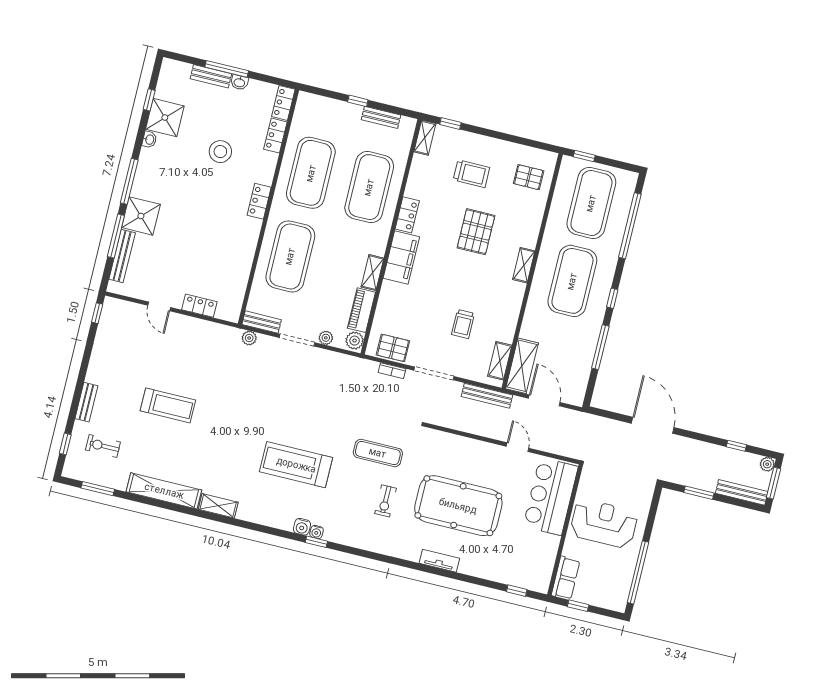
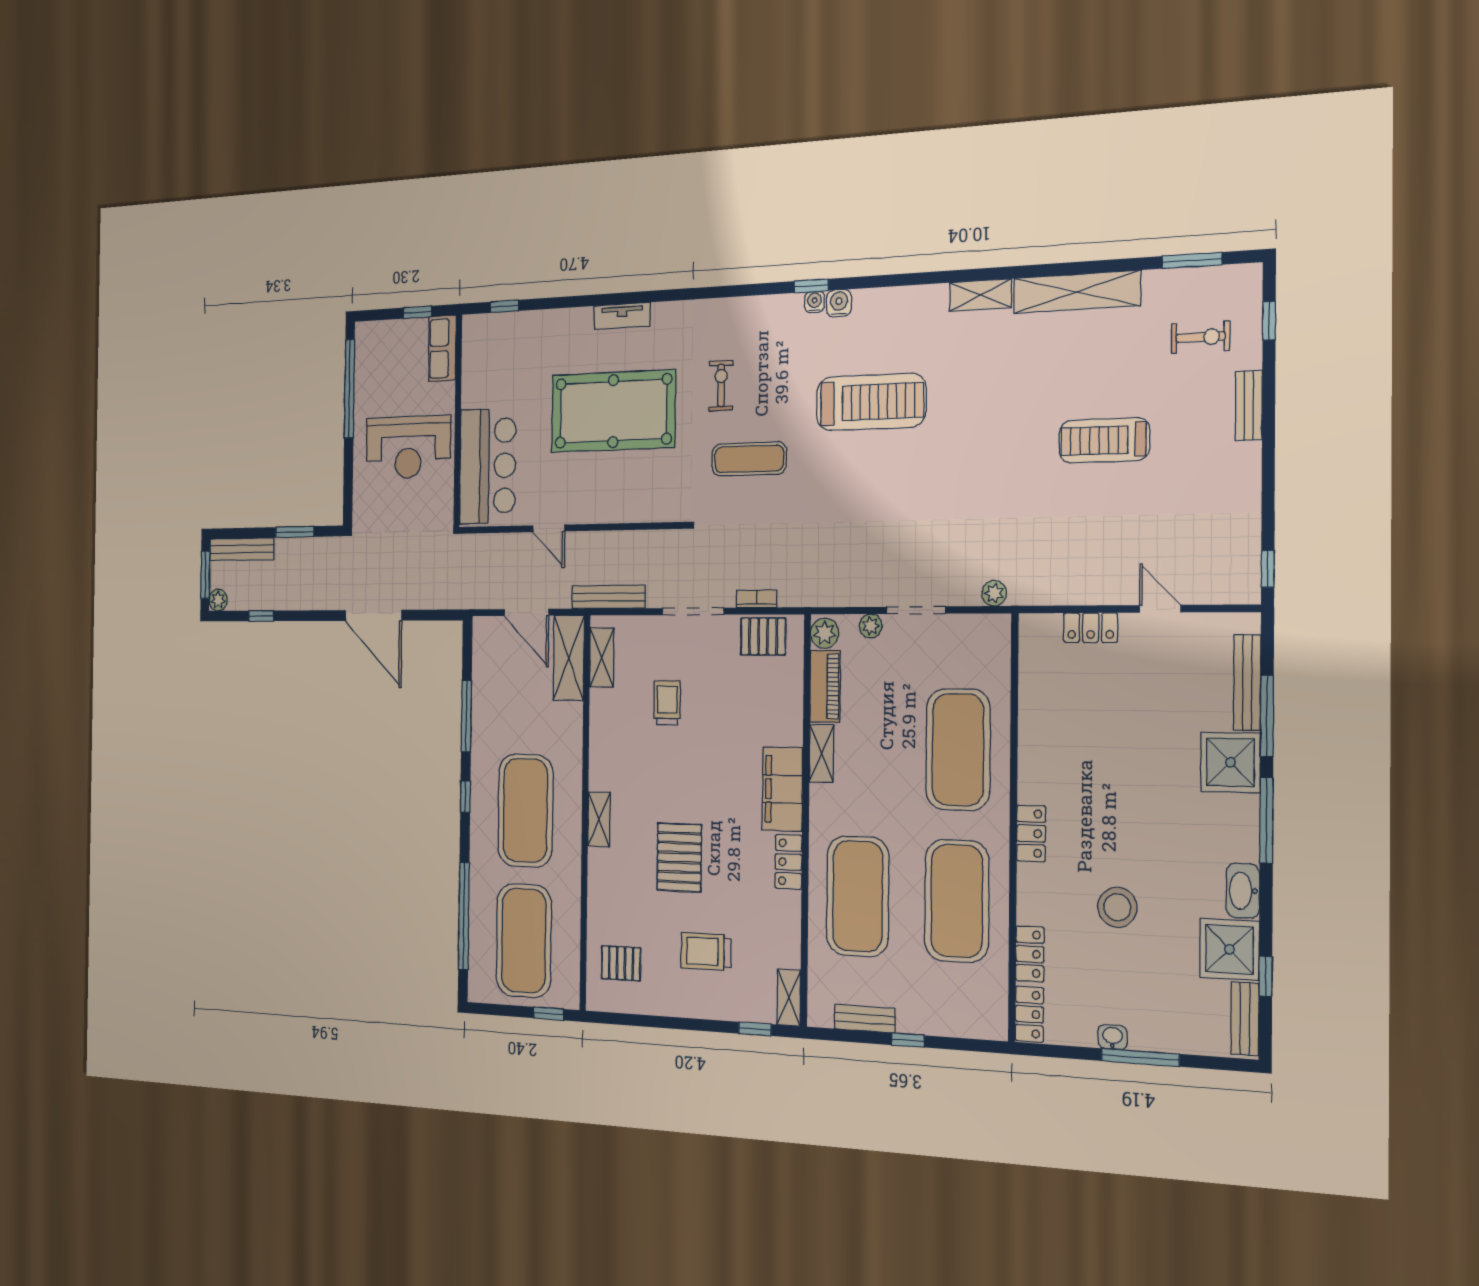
bench: (211, 76) -> (1245, 1019), moved, turned 90
washbasin: (149, 140) -> (1243, 891), width x1.91, depth x1.45
bench: (262, 322) -> (980, 626), removed

